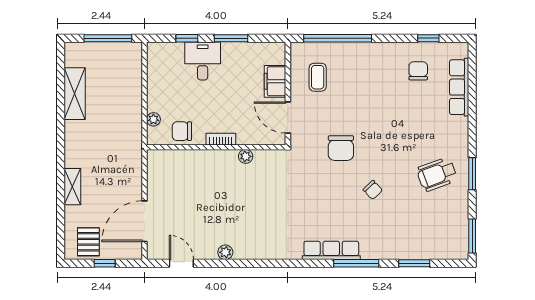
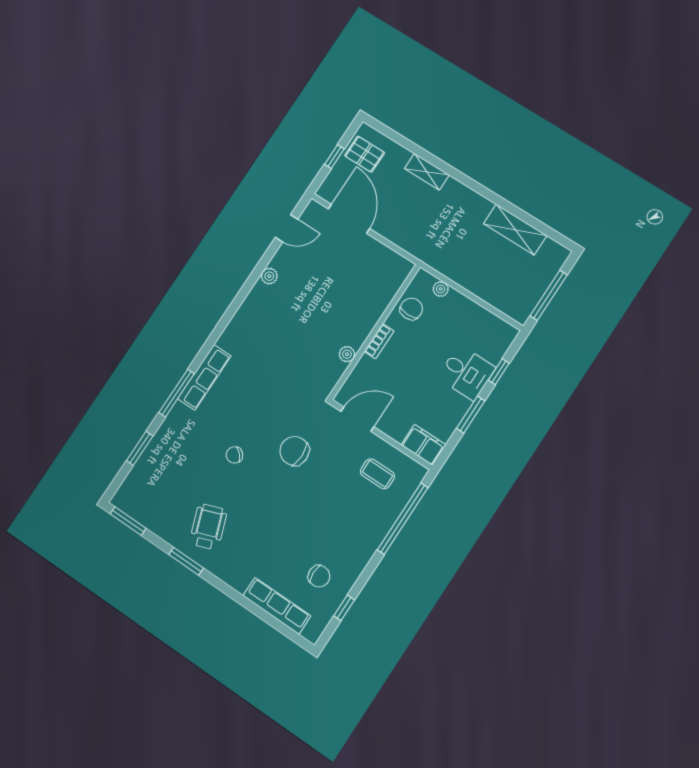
filing cabinet: (275, 81) -> (423, 445), moved

